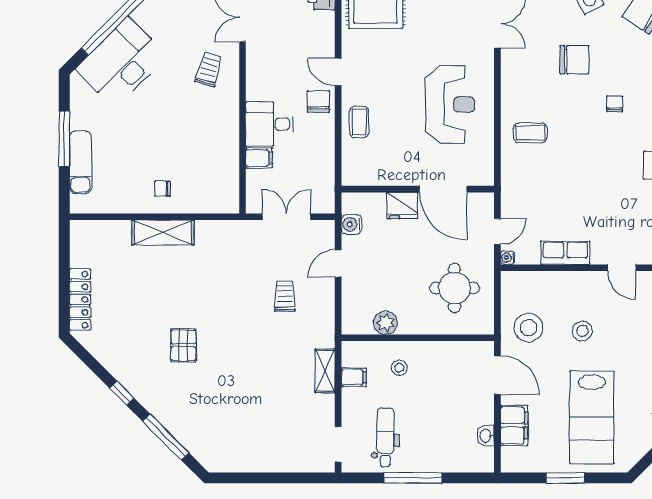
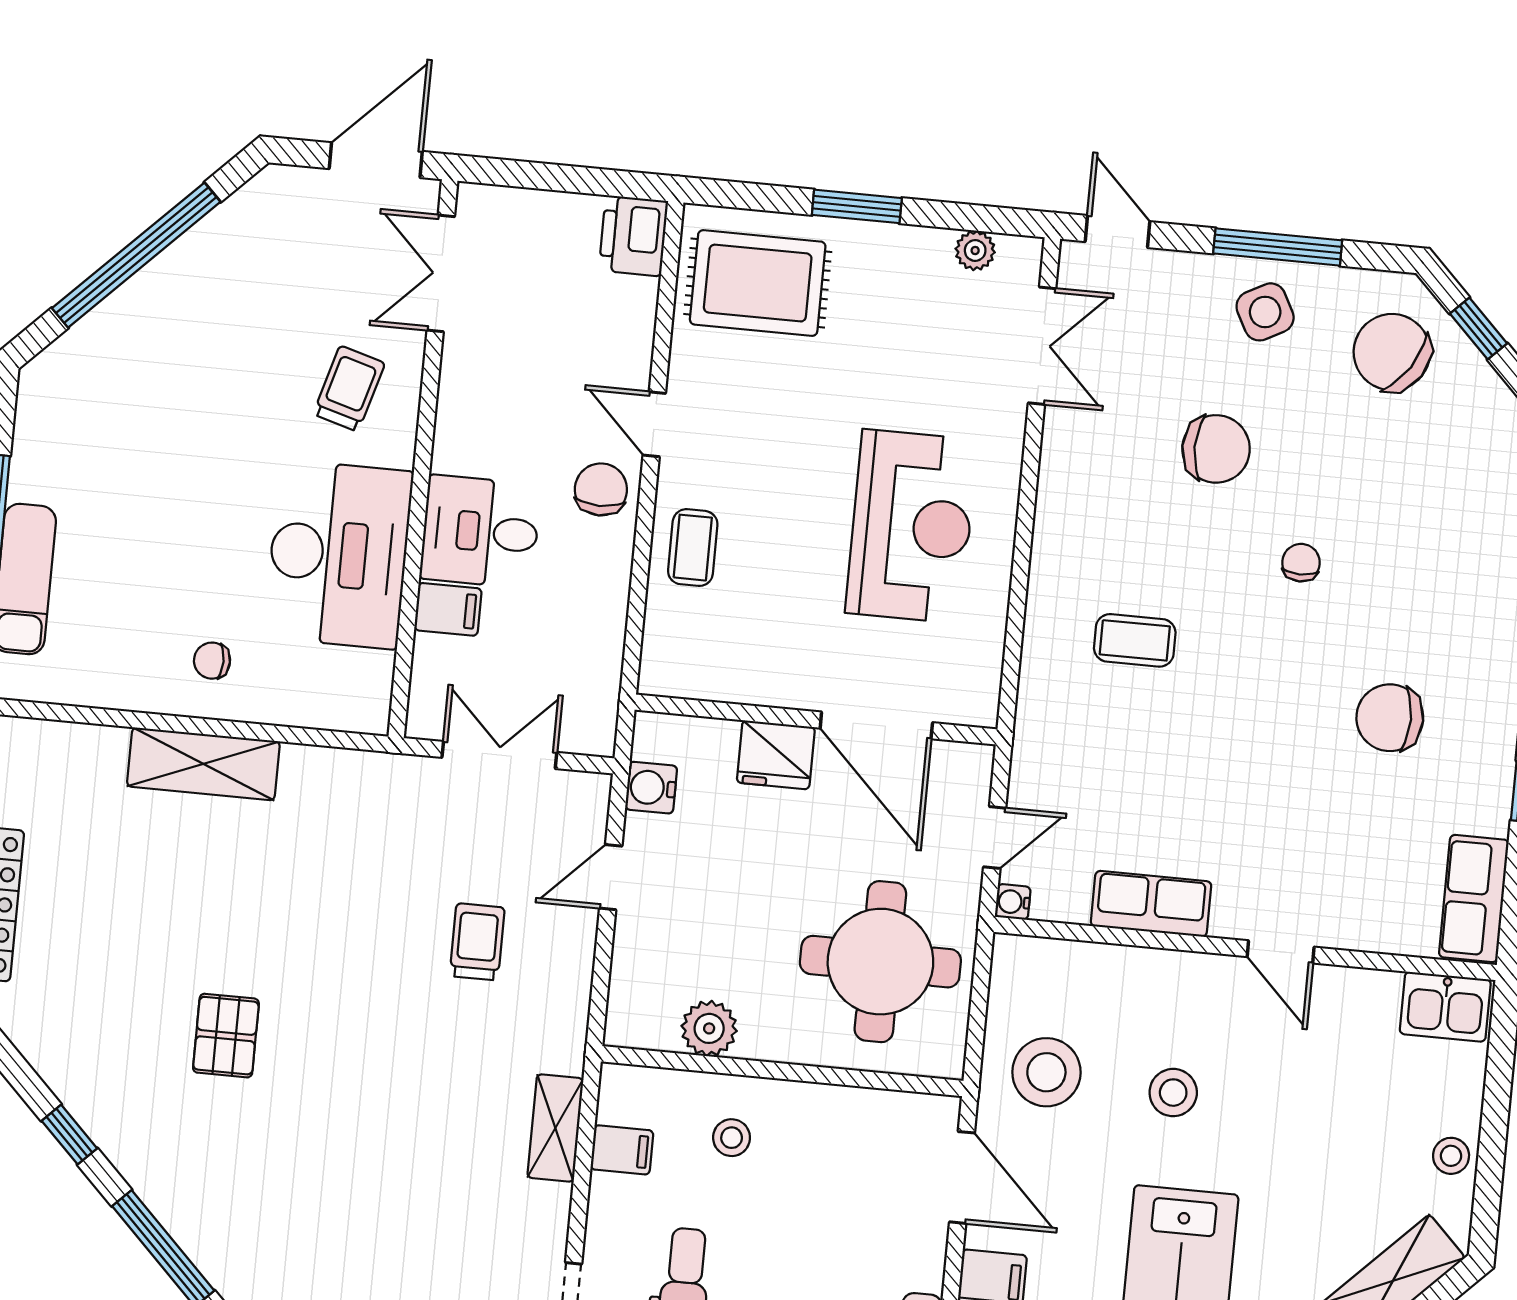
desk: (121, 62) -> (339, 554), moved, turned 135
coffee table: (530, 133) -> (1135, 640), moved
round table: (454, 288) -> (880, 962), width x1.36, depth x1.36

